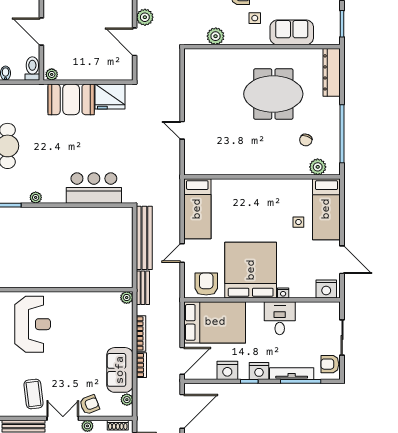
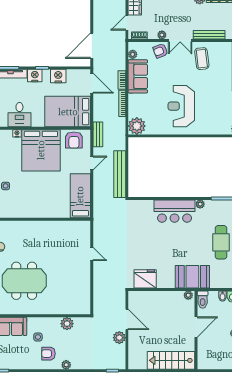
door: (41, 32) -> (196, 327), hinge flipped
booth: (71, 99) -> (192, 277), moved
bar counter: (94, 188) -> (175, 211), moved
bench: (143, 288) -> (98, 134), moved
plant: (127, 298) -> (137, 126), width x1.87, depth x1.87
reception desk: (33, 324) -> (181, 106), moved
door: (182, 361) -> (92, 83), swing flipped

